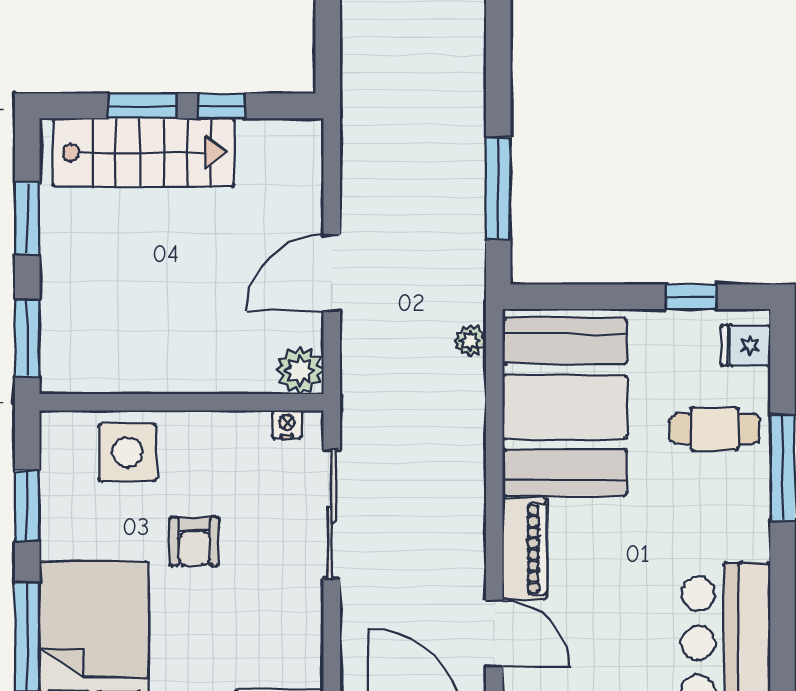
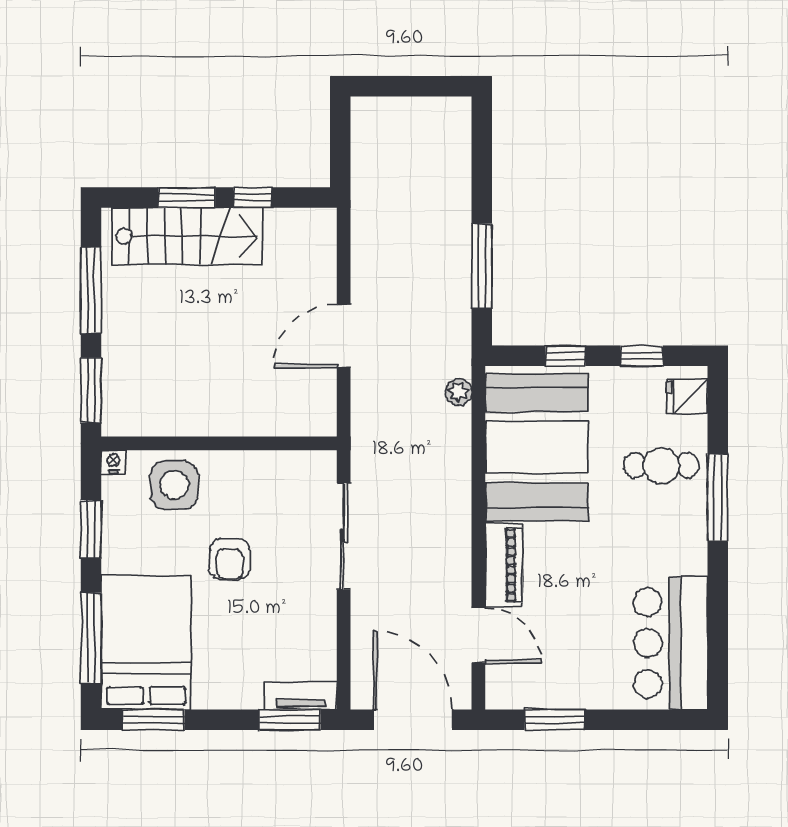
window: (27, 218) -> (91, 291), width x1.44
window: (599, 297) -> (565, 356), added
plant: (300, 370) -> (317, 417), removed
nightstand: (287, 424) -> (113, 462), moved

